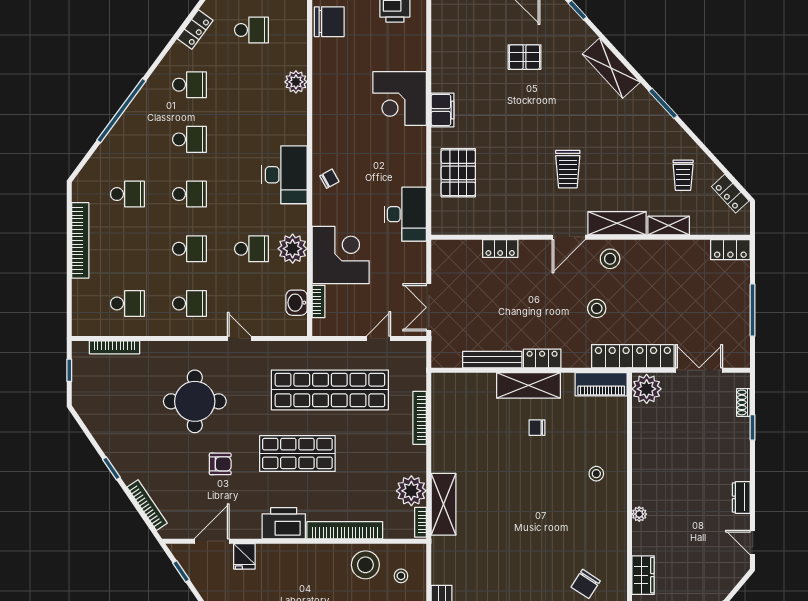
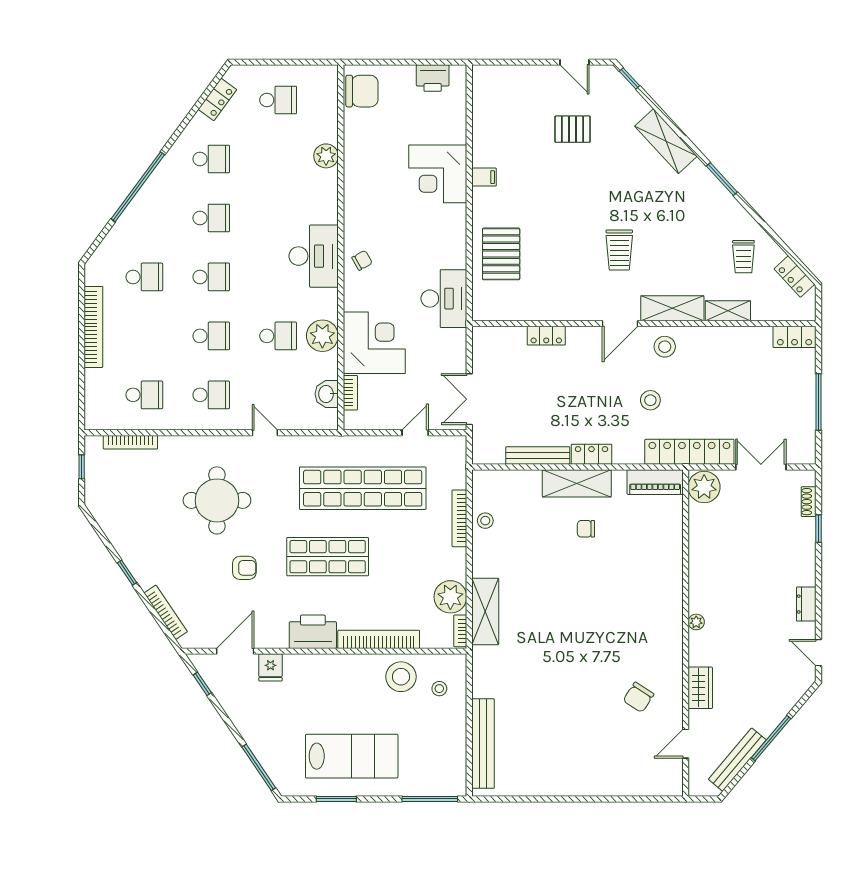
filing cabinet: (442, 110) -> (484, 177), width x0.50
stool: (596, 474) -> (485, 521), moved

